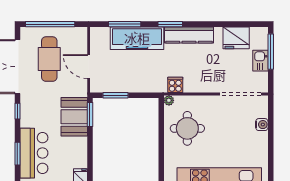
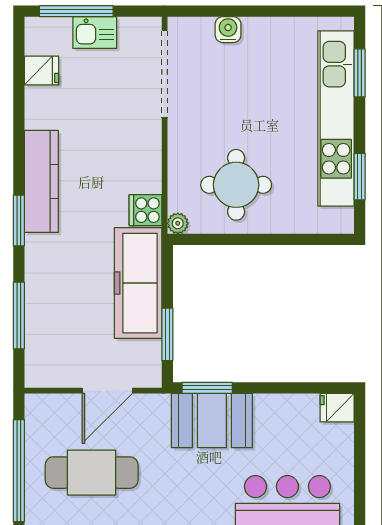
freezer: (137, 38) -> (138, 283), moved, turned 180
fridge: (236, 38) -> (42, 70), width x0.53, depth x0.75

